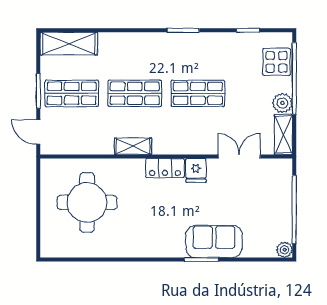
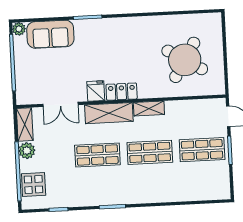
shelving: (69, 44) -> (109, 113), moved
round table: (87, 202) -> (185, 60), turned 31
sofa: (214, 241) -> (50, 34), moved

